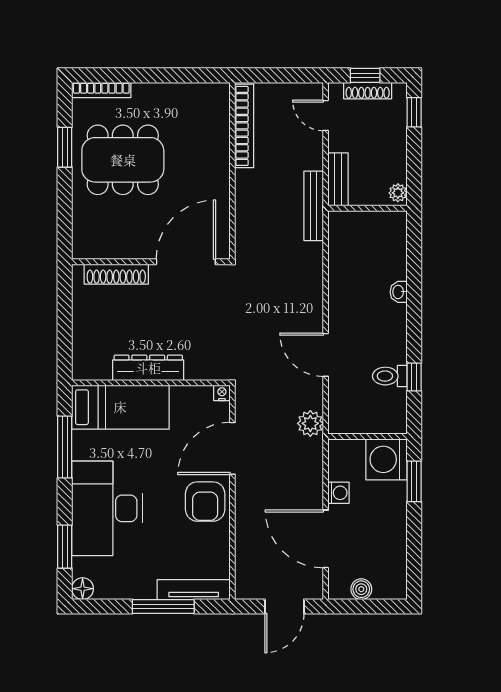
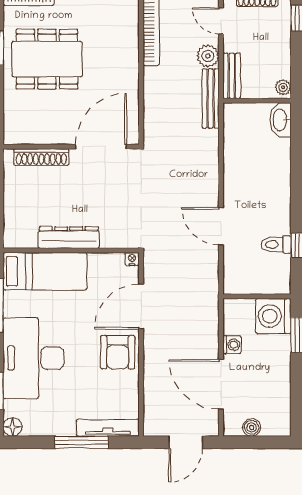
washbasin: (399, 292) -> (280, 120), moved, width x1.91, depth x1.45
plant: (310, 423) -> (208, 56), moved

